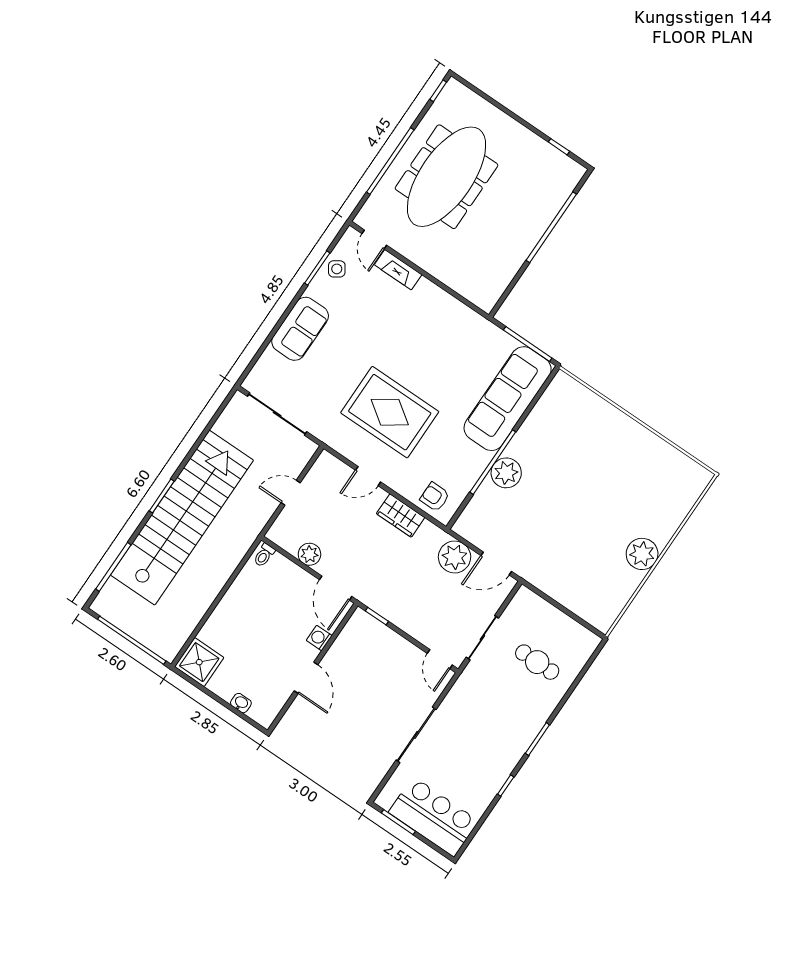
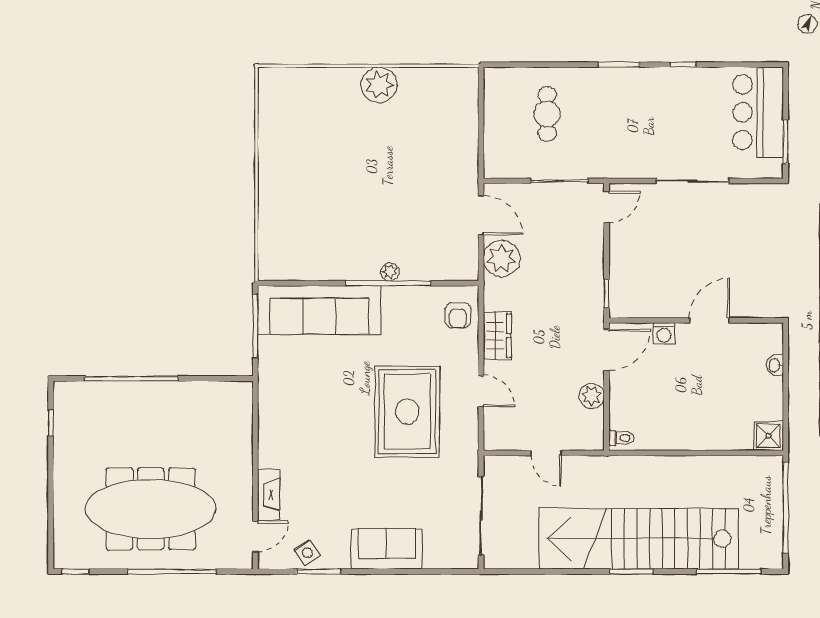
plant: (506, 473) -> (390, 272), width x0.53, depth x0.53
shower: (199, 662) -> (768, 436), width x0.73, depth x0.73

